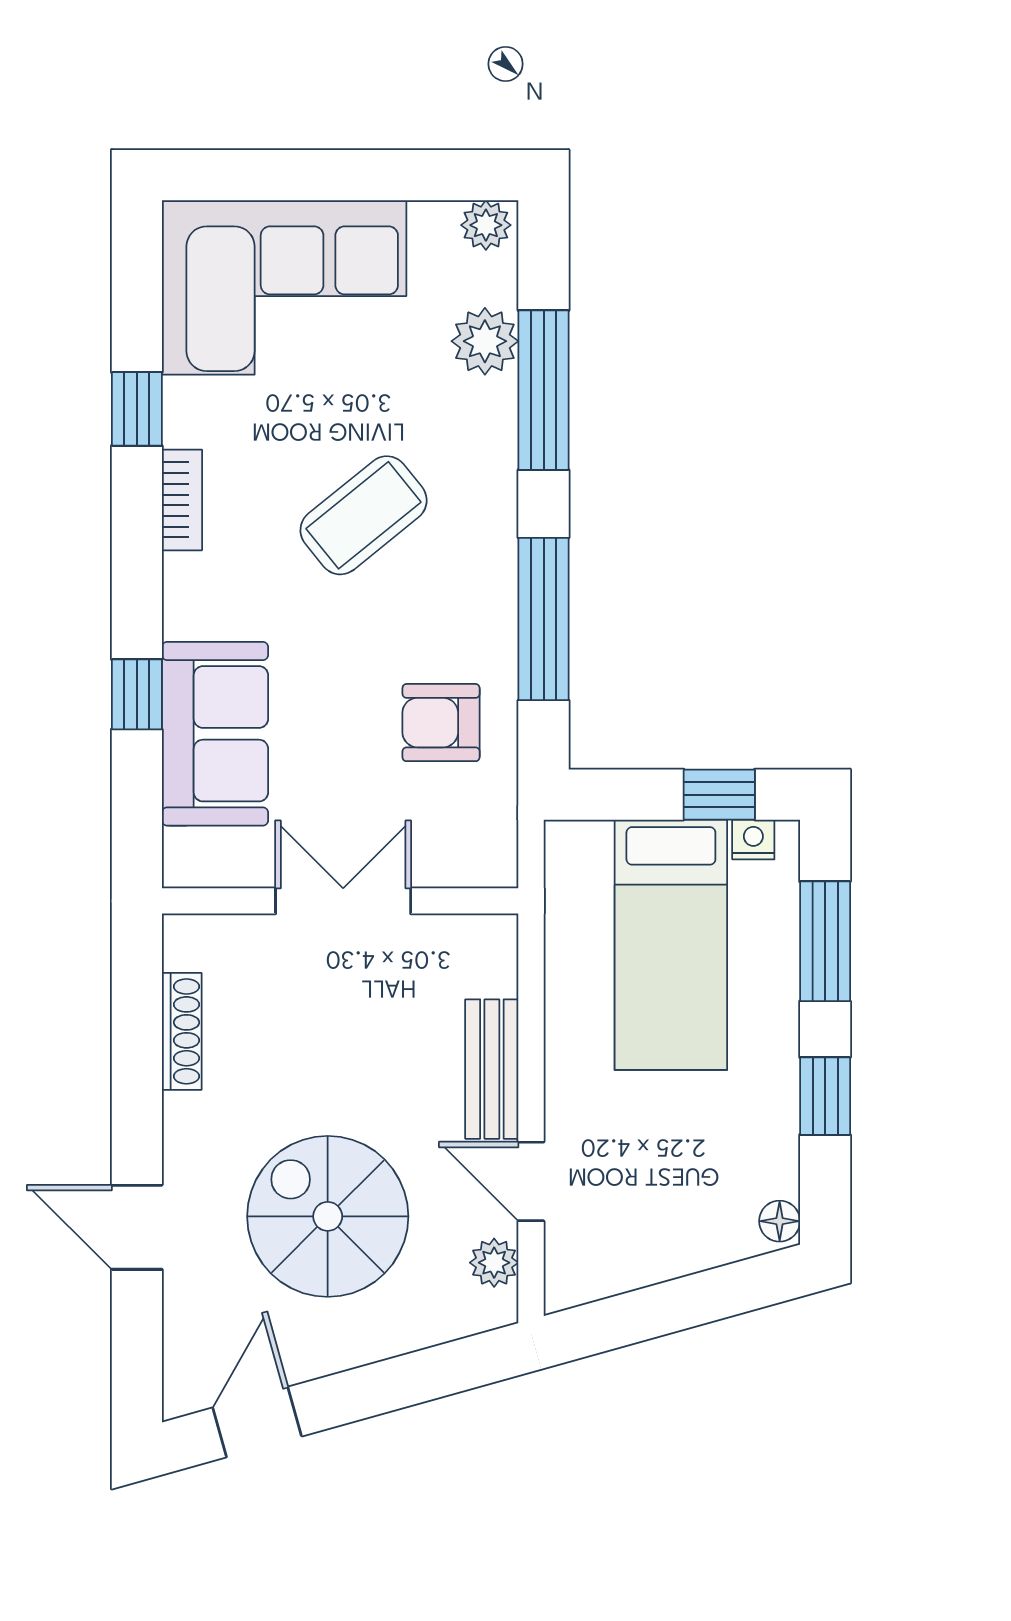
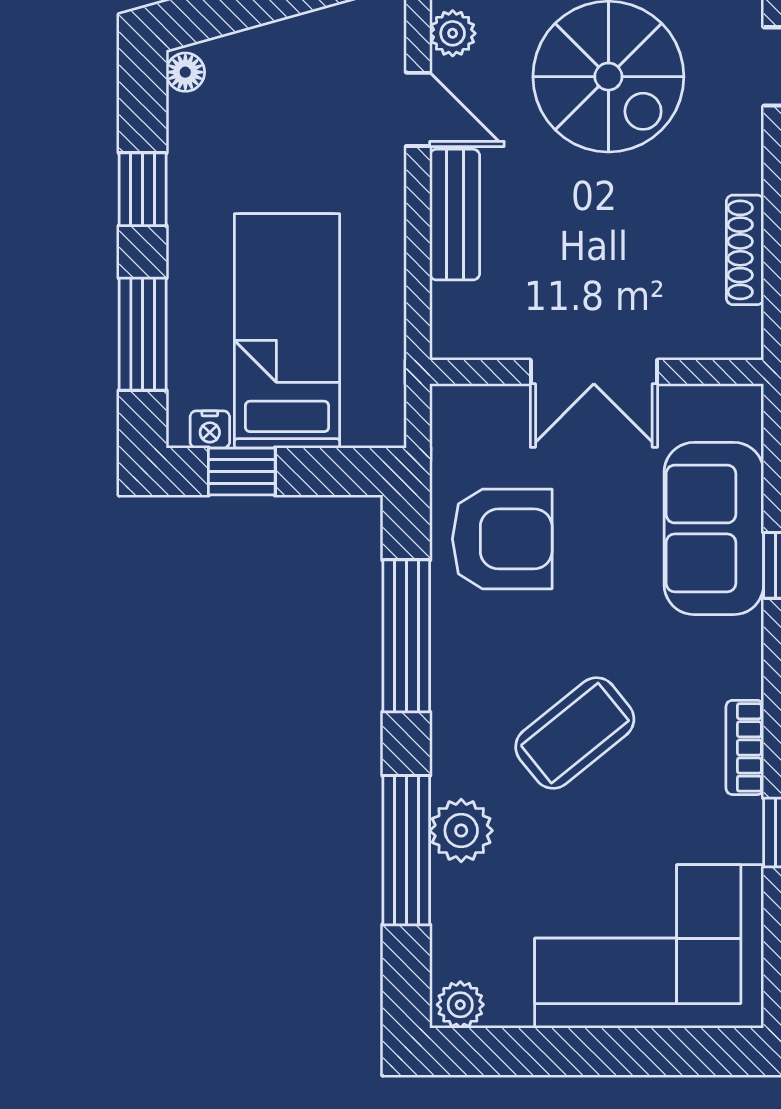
plant: (485, 341) -> (461, 831), moved
armchair: (441, 723) -> (502, 539), width x1.38, depth x1.38

